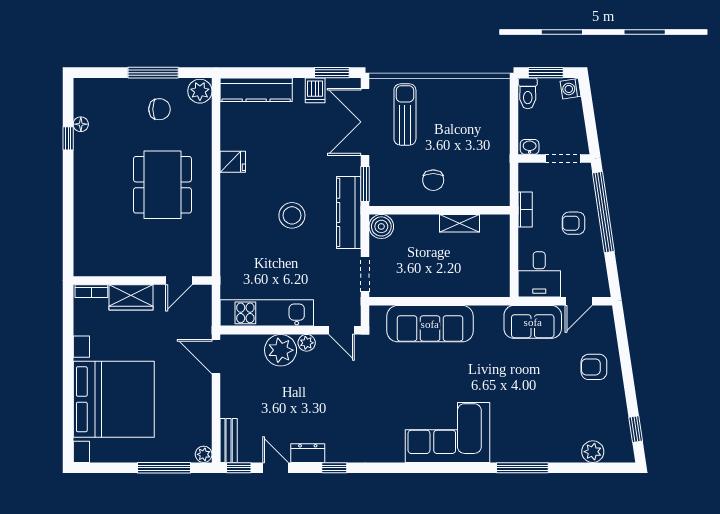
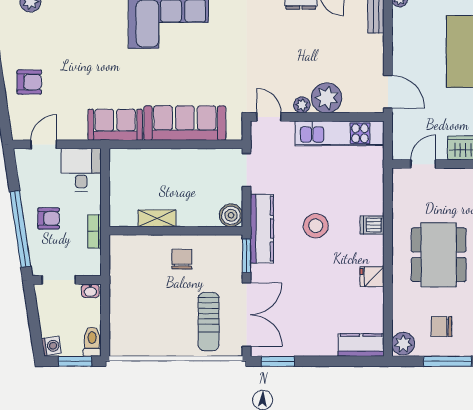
kitchen counter: (256, 90) -> (361, 345), width x0.67
dishwasher: (315, 90) -> (372, 225), moved, turned -90
sofa: (533, 322) -> (115, 125), moved

